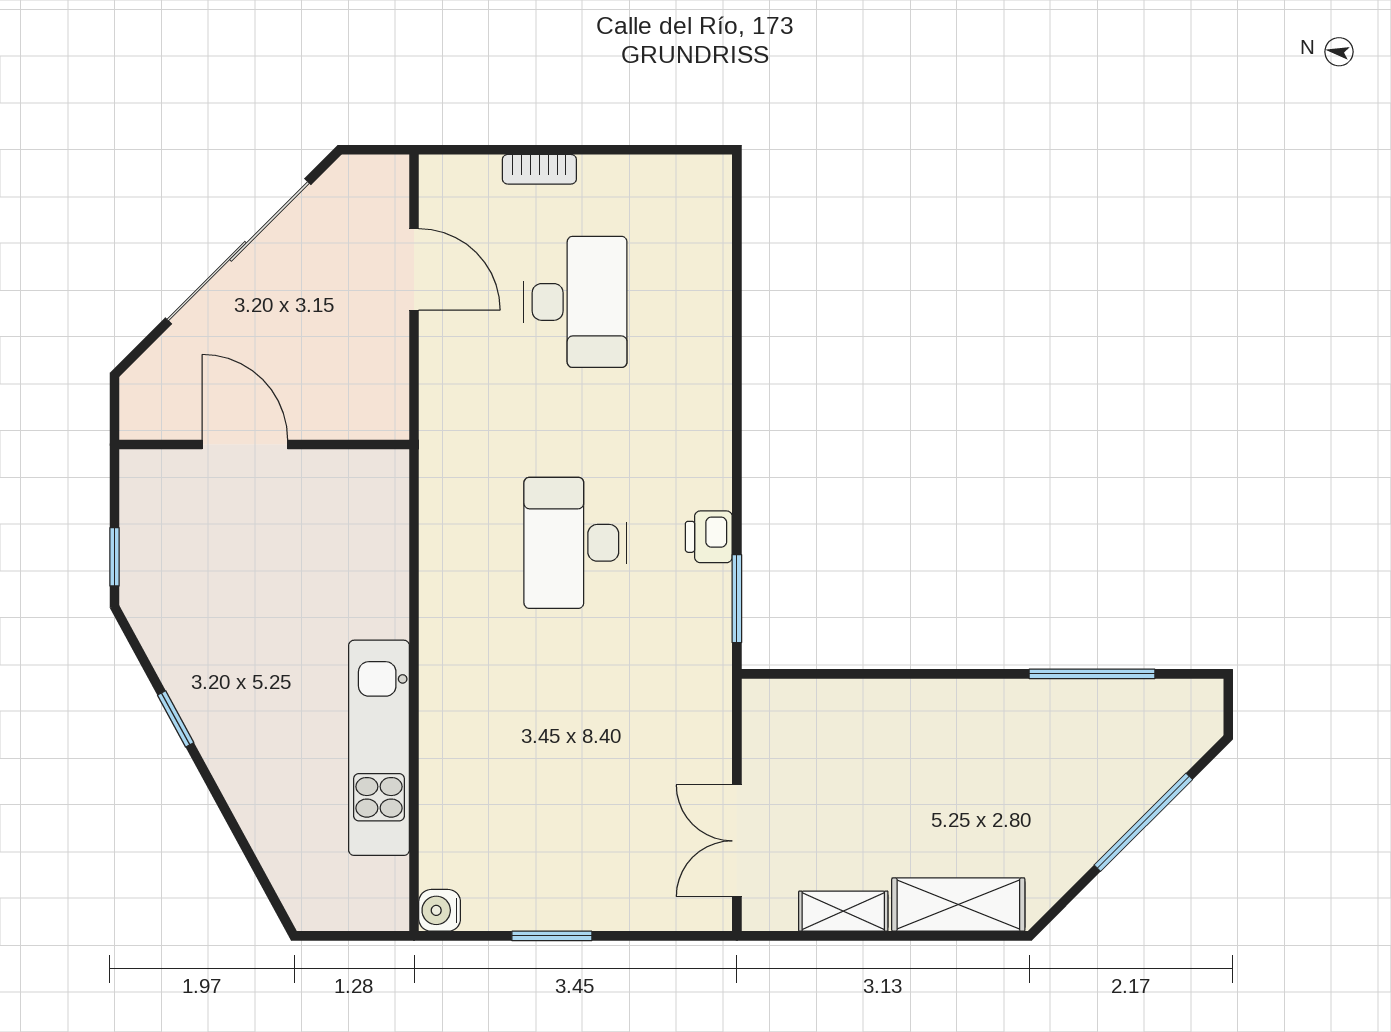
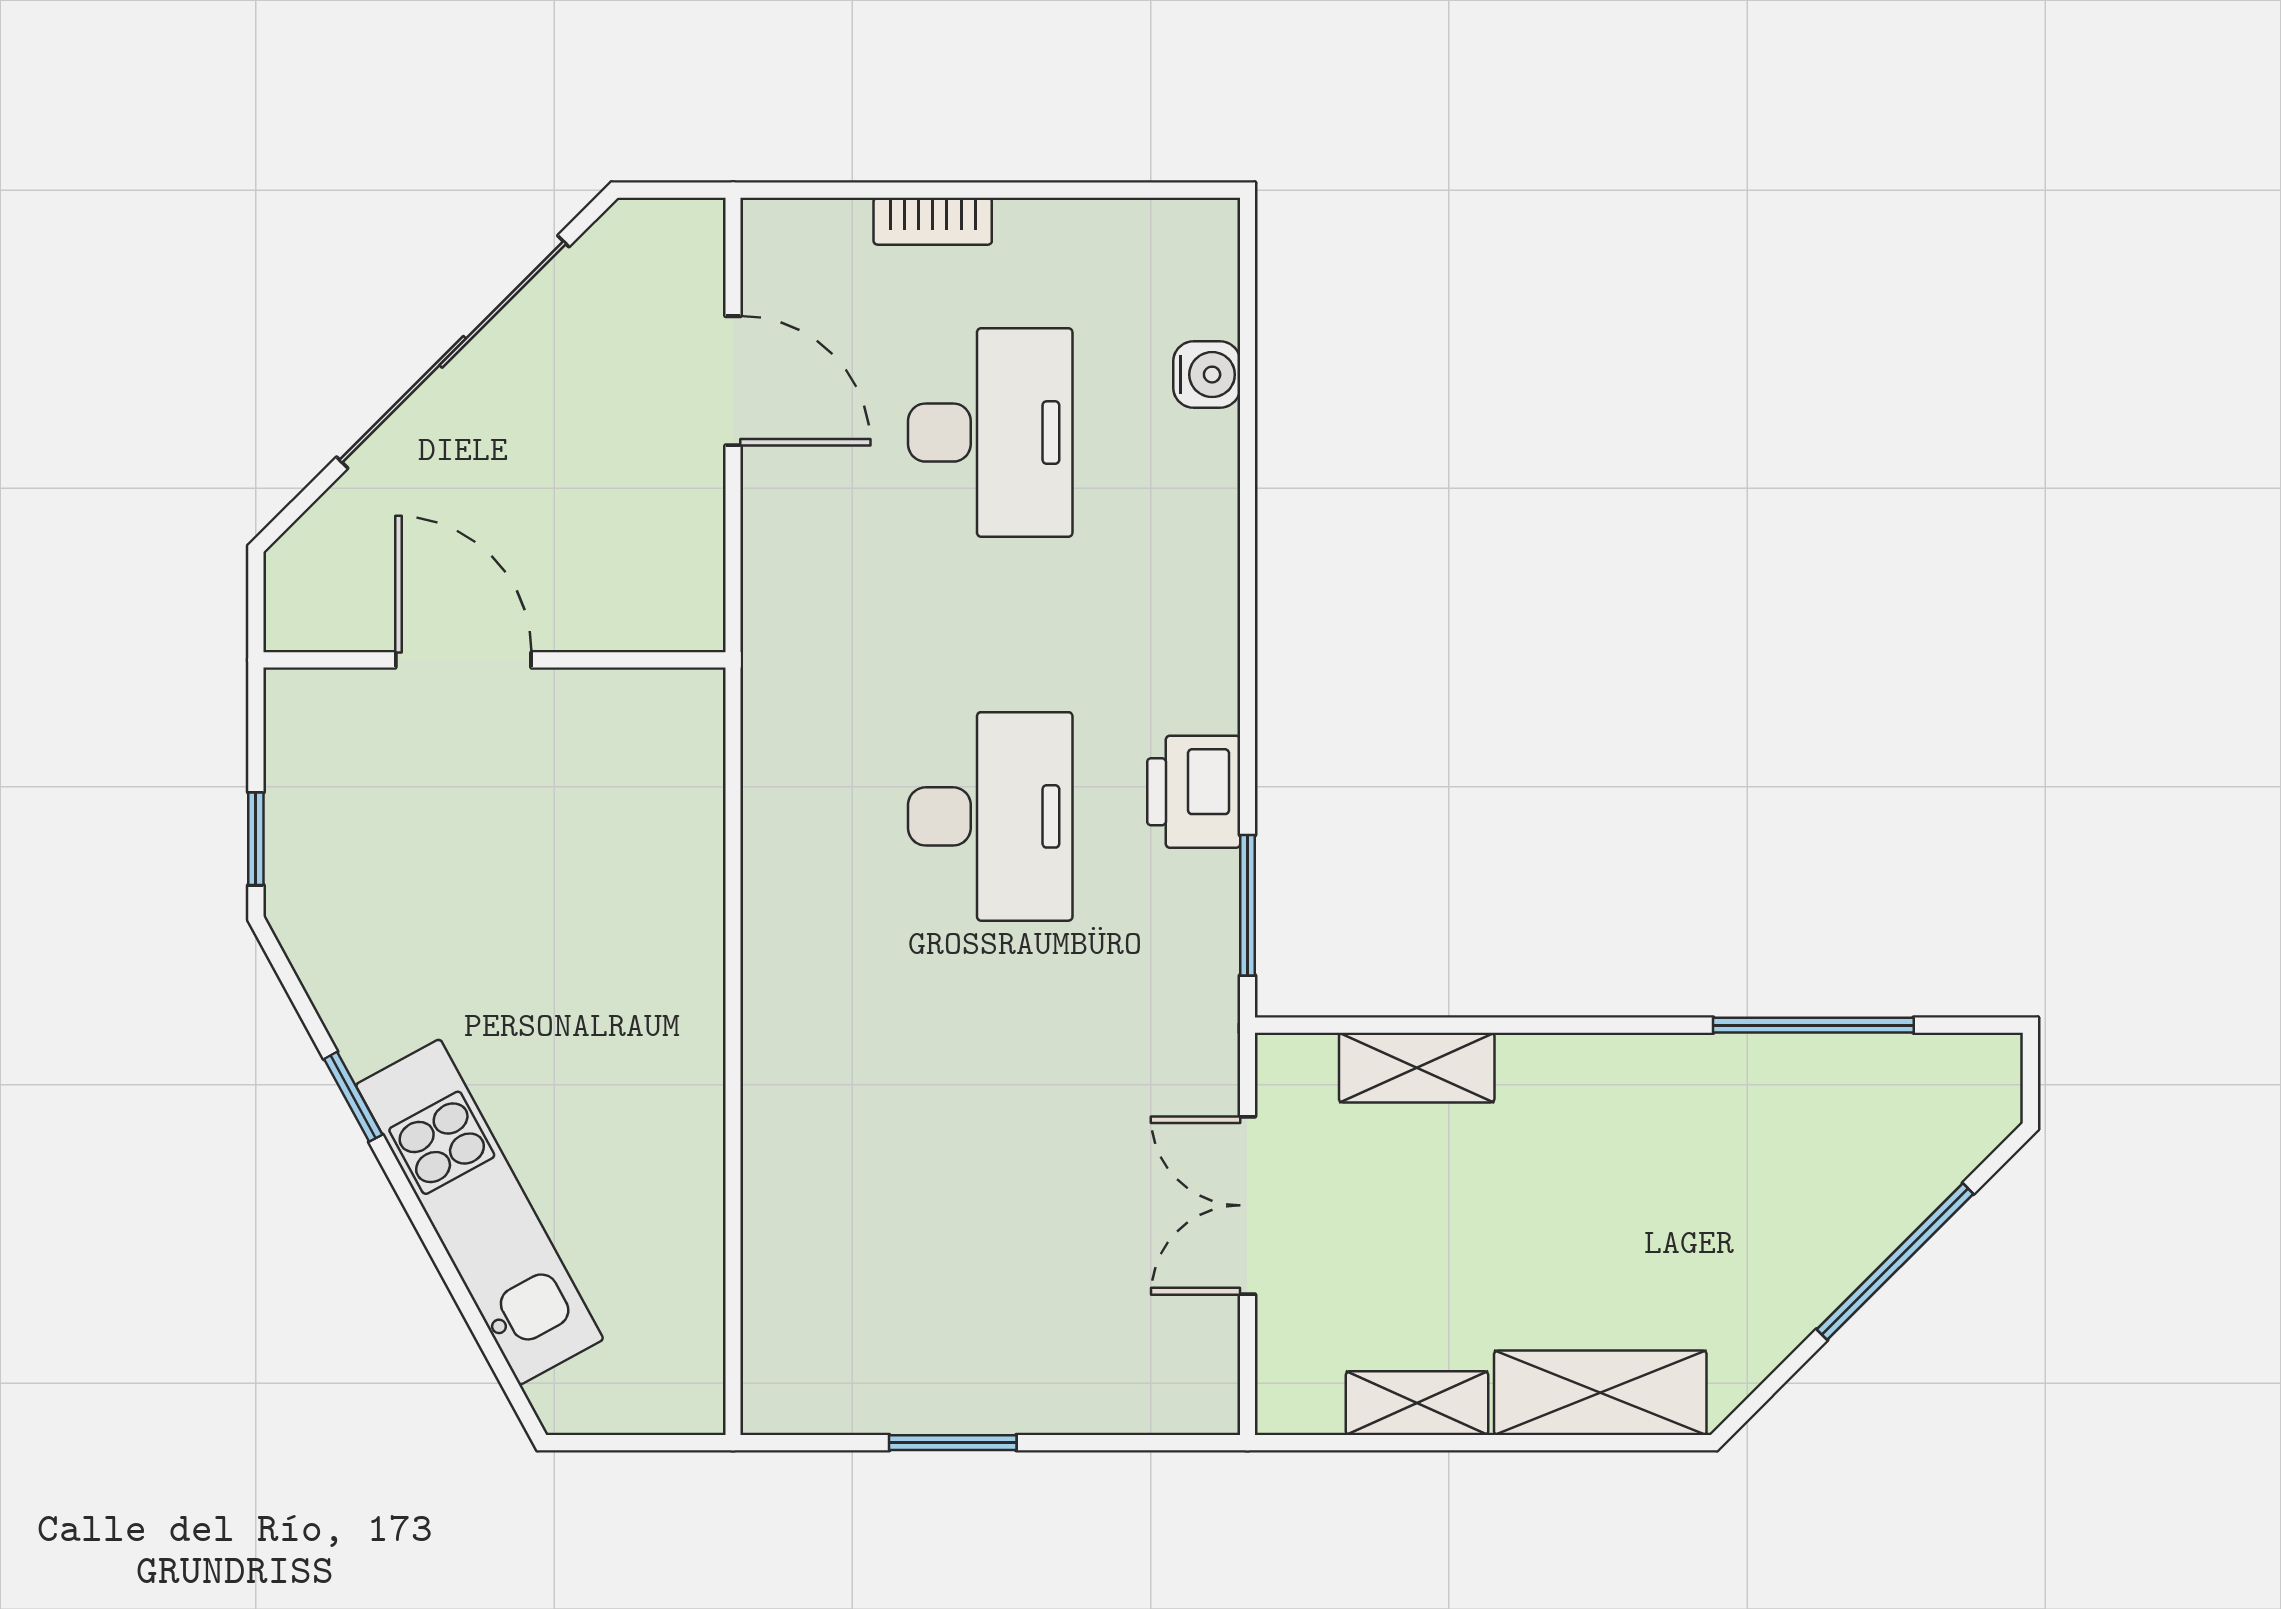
printer: (709, 537) -> (1194, 792), width x1.36, depth x1.24
desk: (575, 543) -> (990, 816), turned 180
shelving: (843, 700) -> (1417, 1068), added
kitchen unit: (379, 748) -> (480, 1212), moved, turned 151
double door: (737, 841) -> (1247, 1205), moved
water cooler: (440, 910) -> (1207, 375), moved, turned 180

